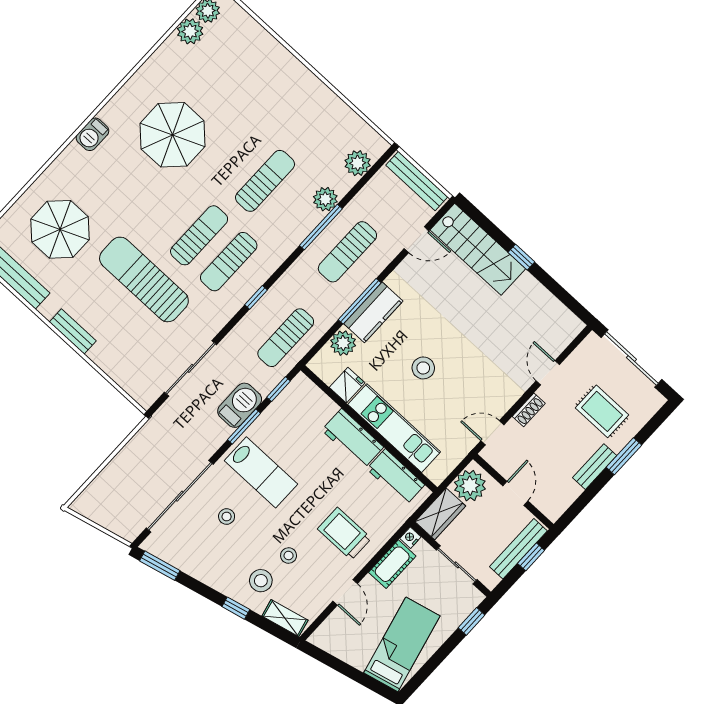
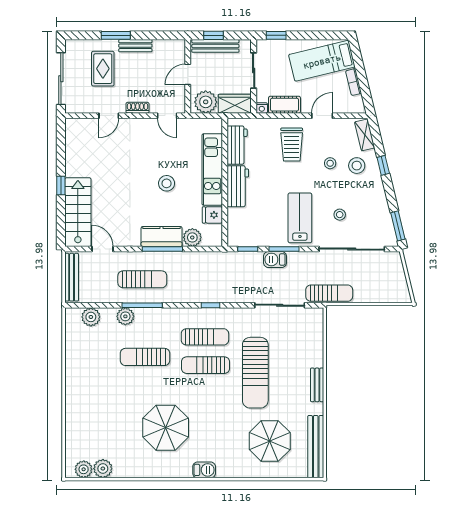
sun lounger: (286, 338) -> (329, 293), moved
barbecue: (240, 405) -> (275, 259), width x0.73, depth x0.79
bookcase: (350, 657) -> (354, 82), added

